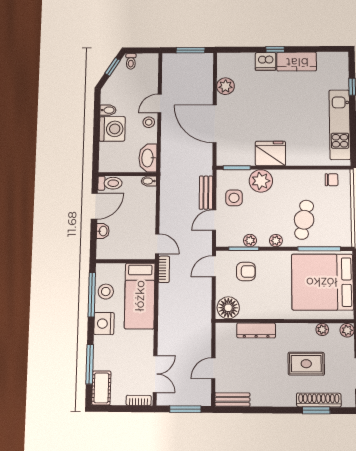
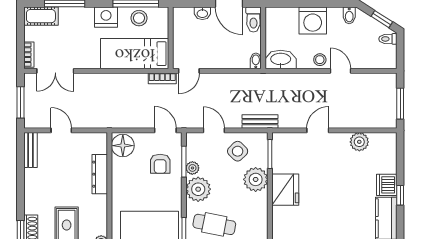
bidet: (108, 110) -> (349, 15), moved
door: (215, 124) -> (318, 130), width x0.53
bench: (206, 193) -> (260, 122), moved
side table: (234, 198) -> (238, 151), turned 45
plant: (276, 241) -> (198, 189), width x1.88, depth x1.88

